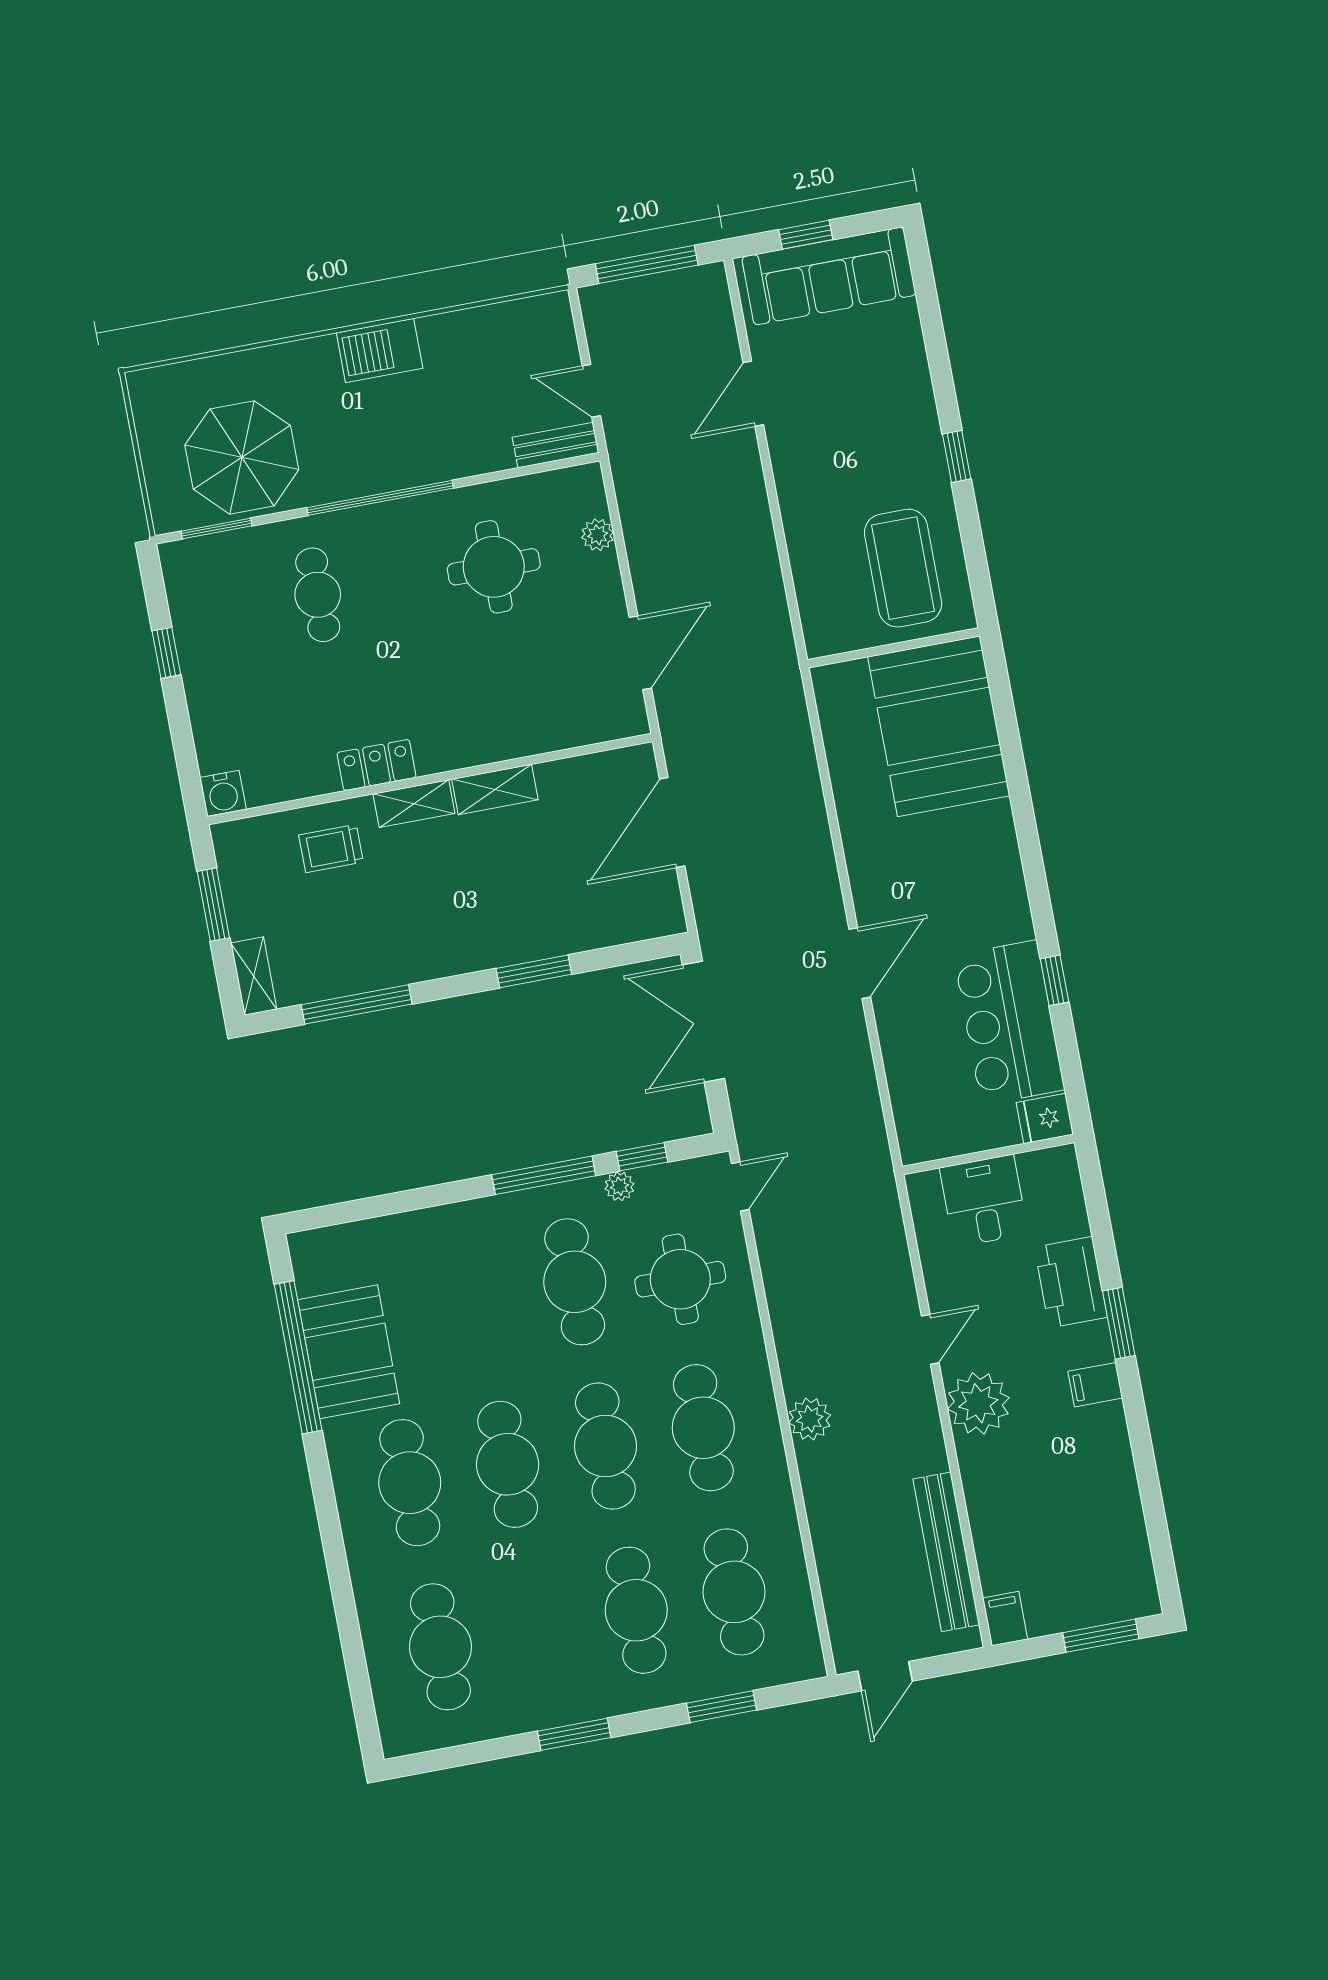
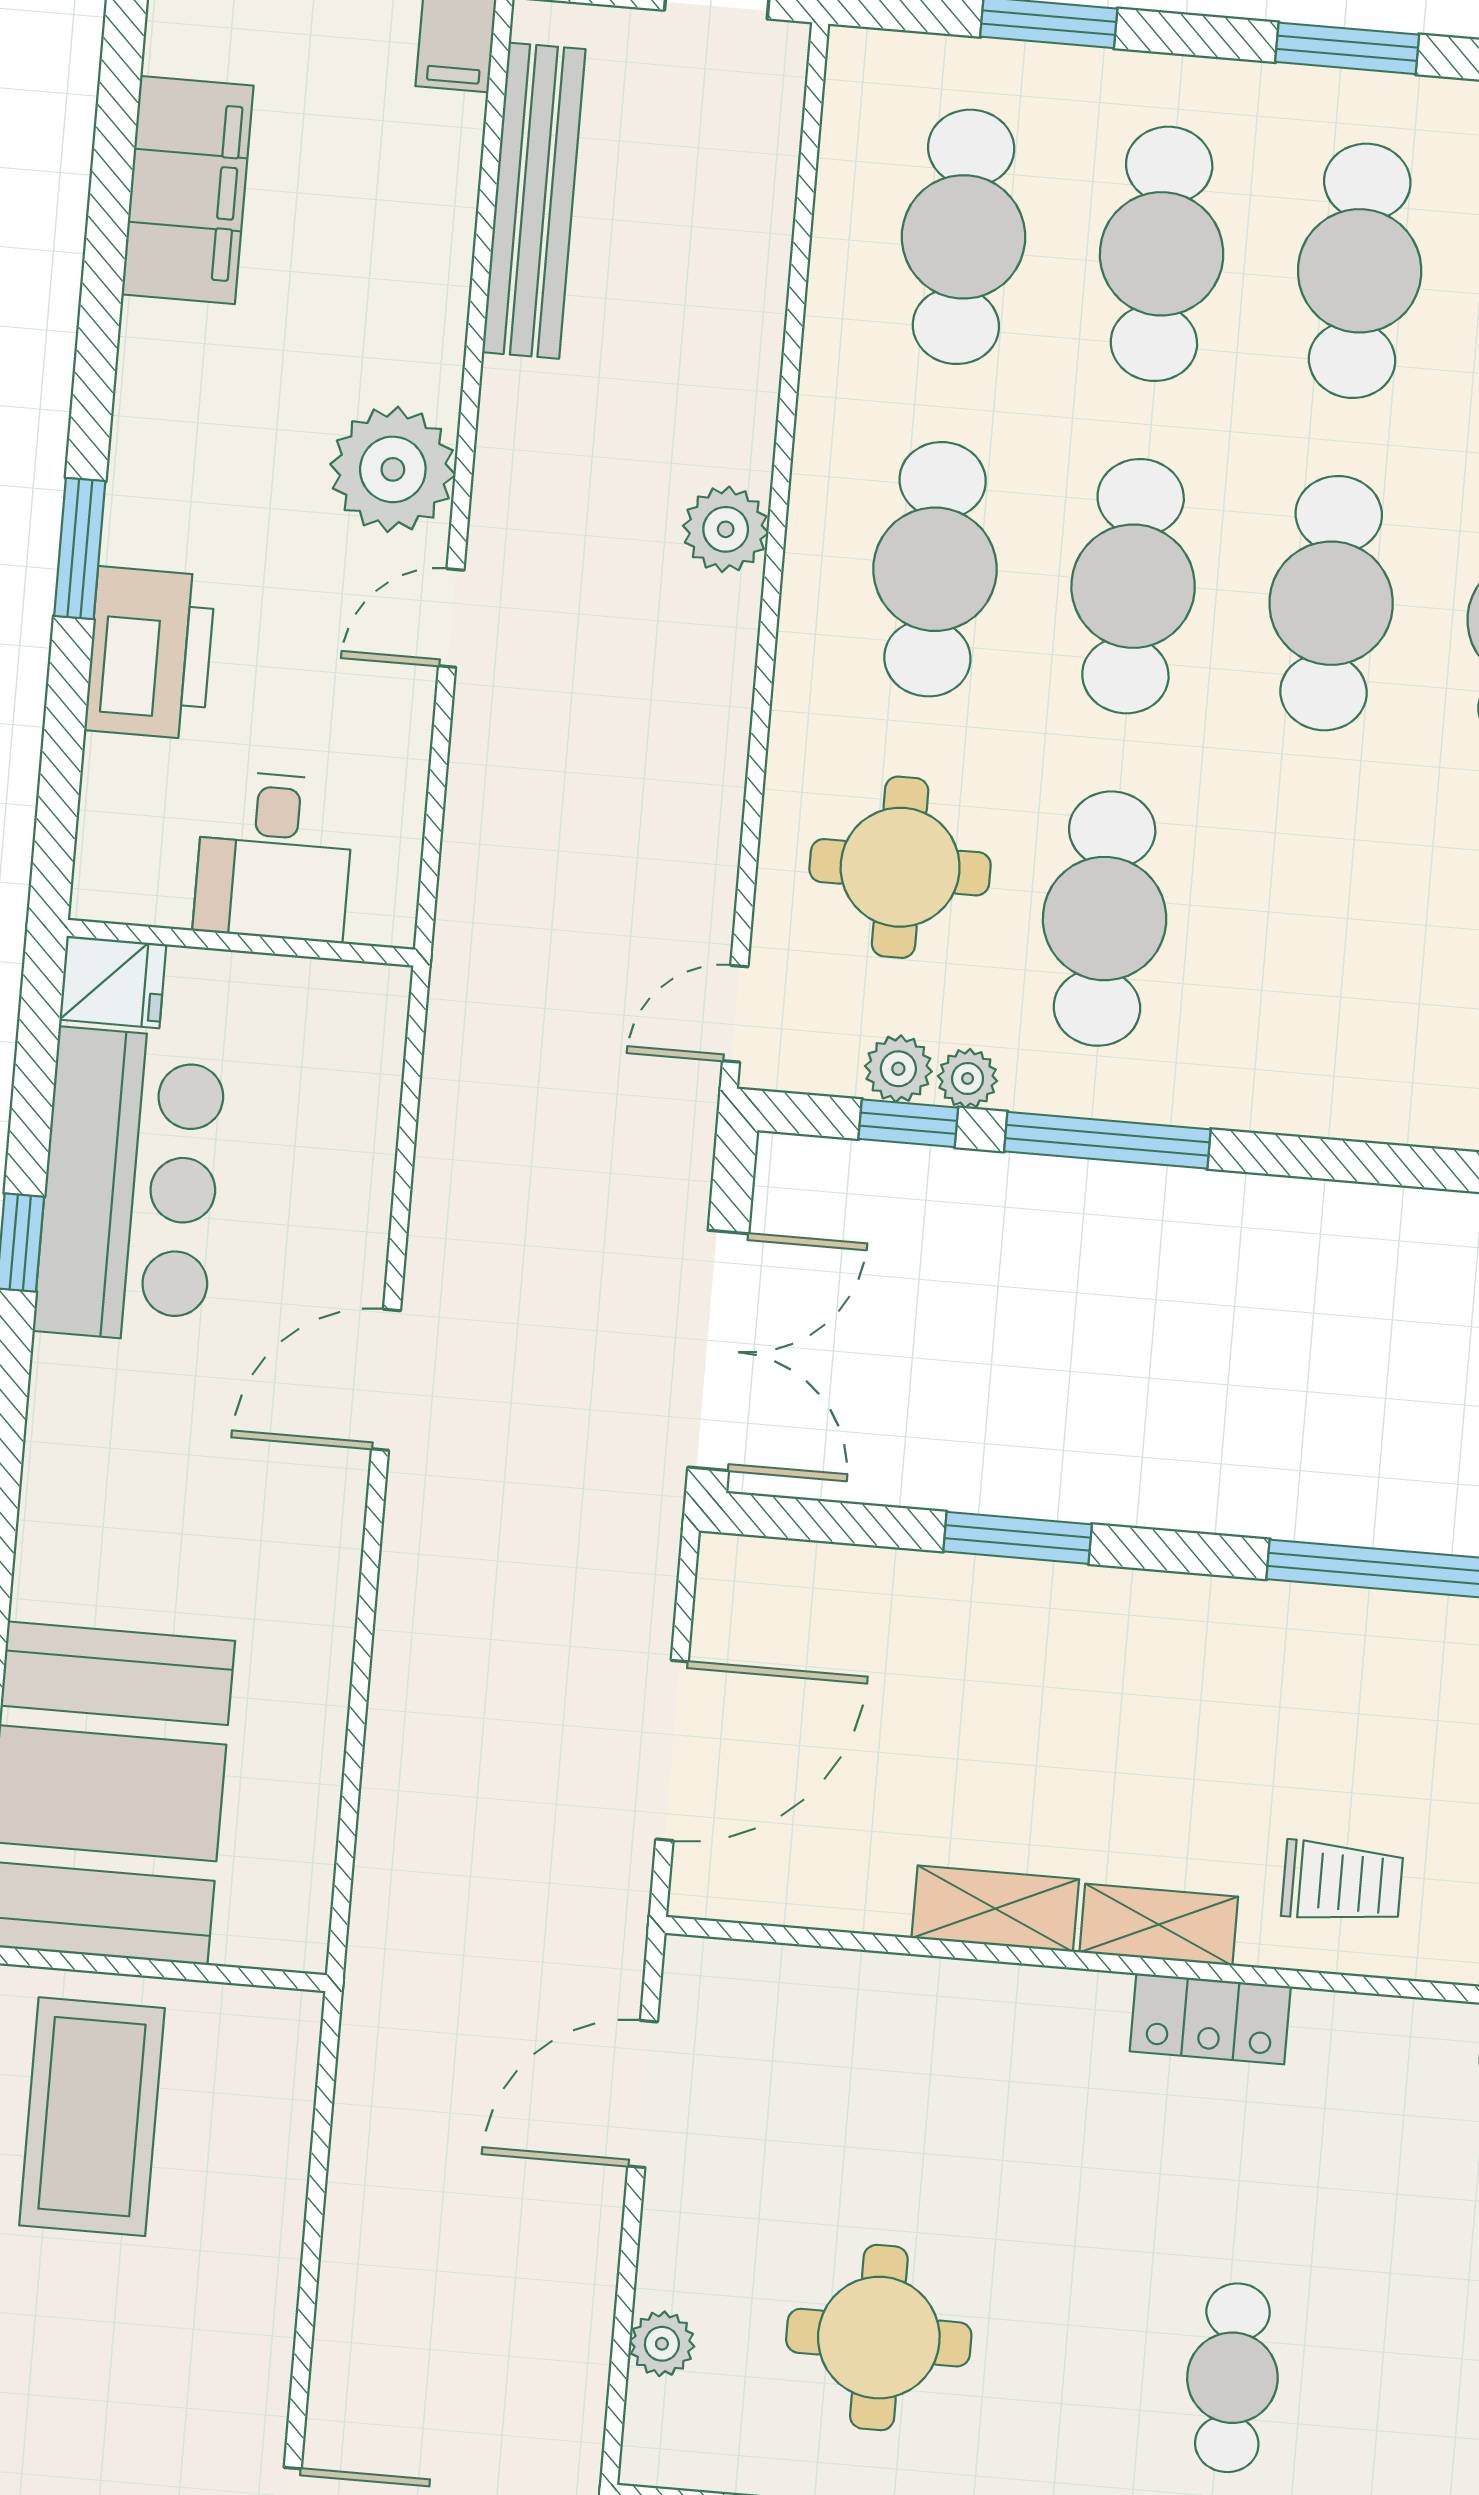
plant: (654, 1182) -> (898, 1069), added
filing cabinet: (1095, 1385) -> (187, 190), moved, width x3.00, depth x1.17
cafe table: (538, 1629) -> (1360, 271), added

